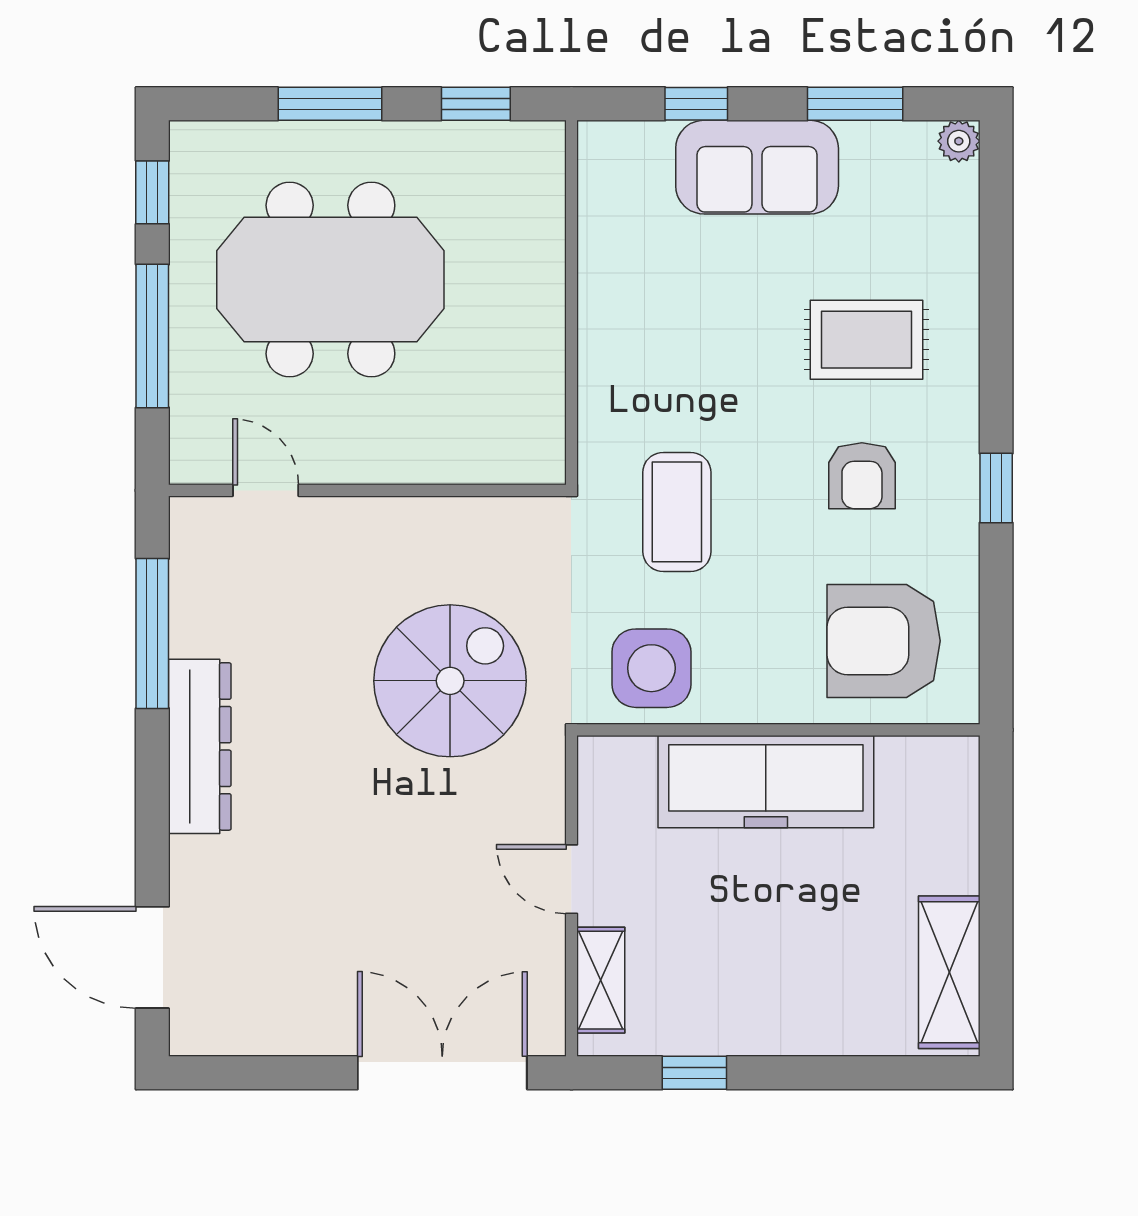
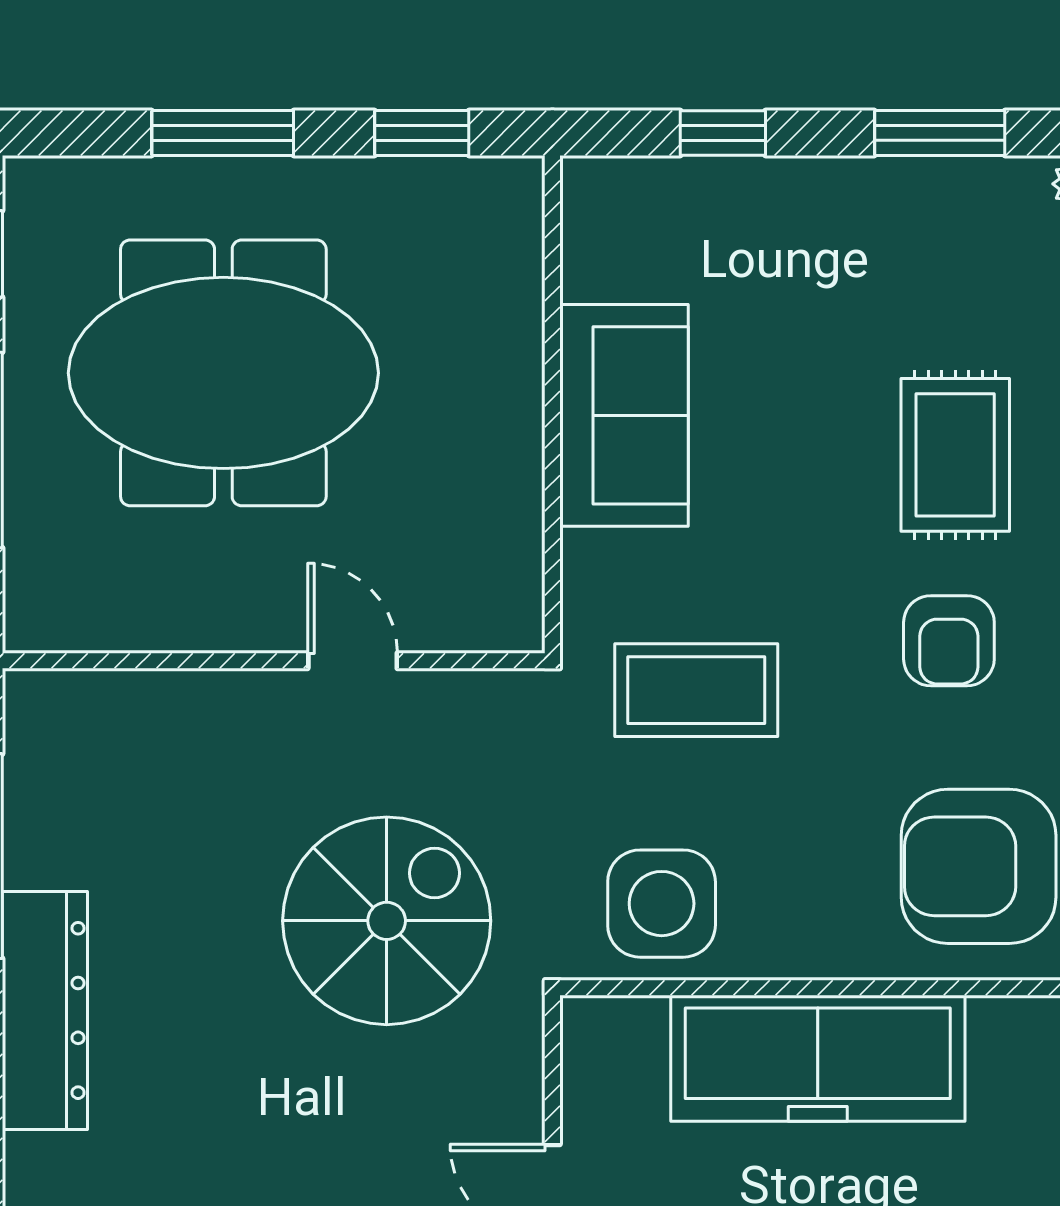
sofa: (757, 167) -> (624, 415), moved, turned -90
rug: (866, 340) -> (955, 455), turned 90
door: (266, 490) -> (353, 661), moved
coffee table: (677, 512) -> (696, 690), turned 90

